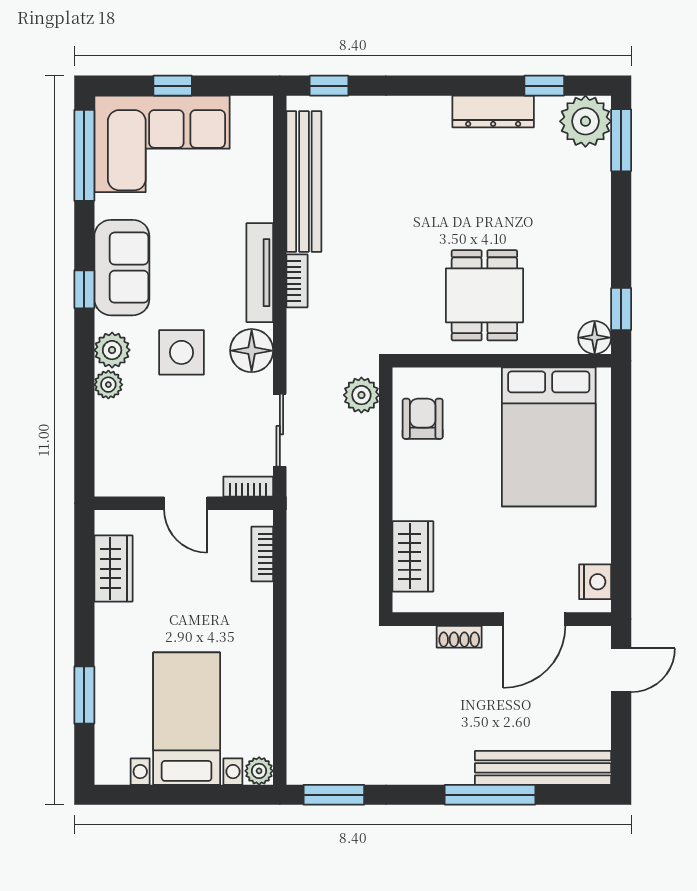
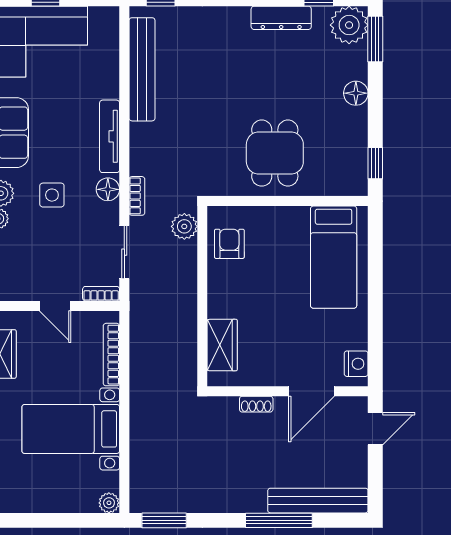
bookcase: (297, 281) -> (137, 196), moved
floor lamp: (595, 338) -> (356, 93), moved
floor lamp: (252, 351) -> (108, 189), width x0.73, depth x0.73
side table: (181, 352) -> (52, 195), width x0.73, depth x0.73
bed: (549, 437) -> (334, 257), width x0.67
bookcase: (262, 554) -> (111, 355), width x1.56
bed with nightstands: (187, 719) -> (71, 429), moved, turned -90

